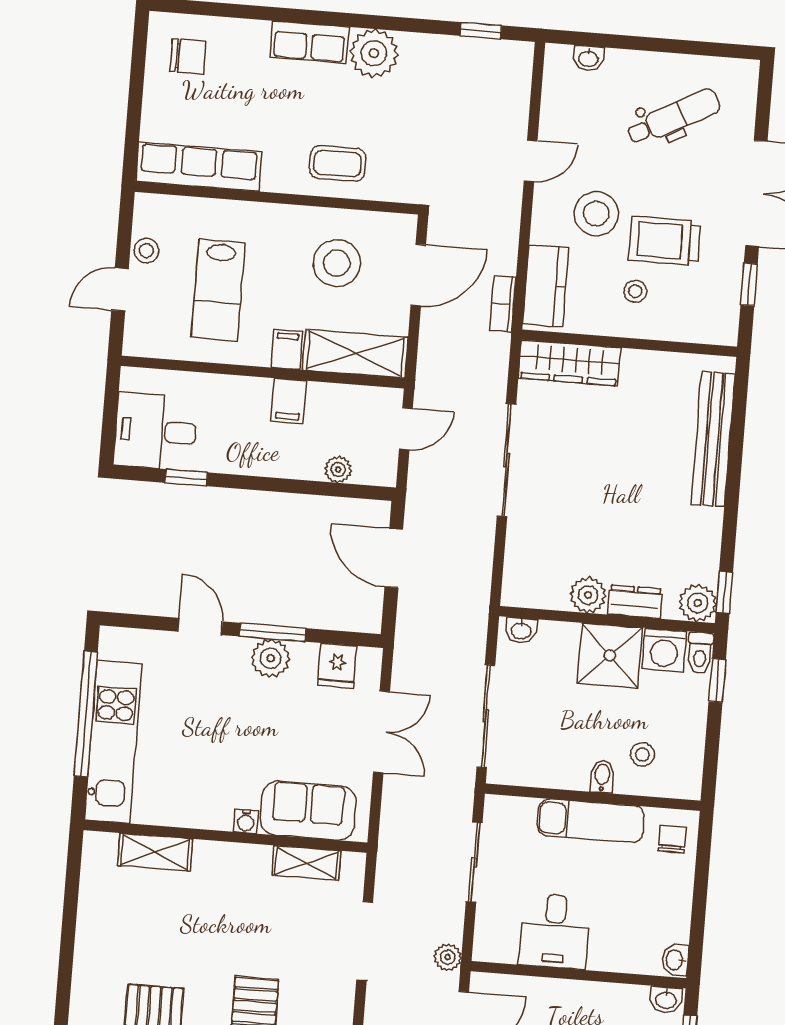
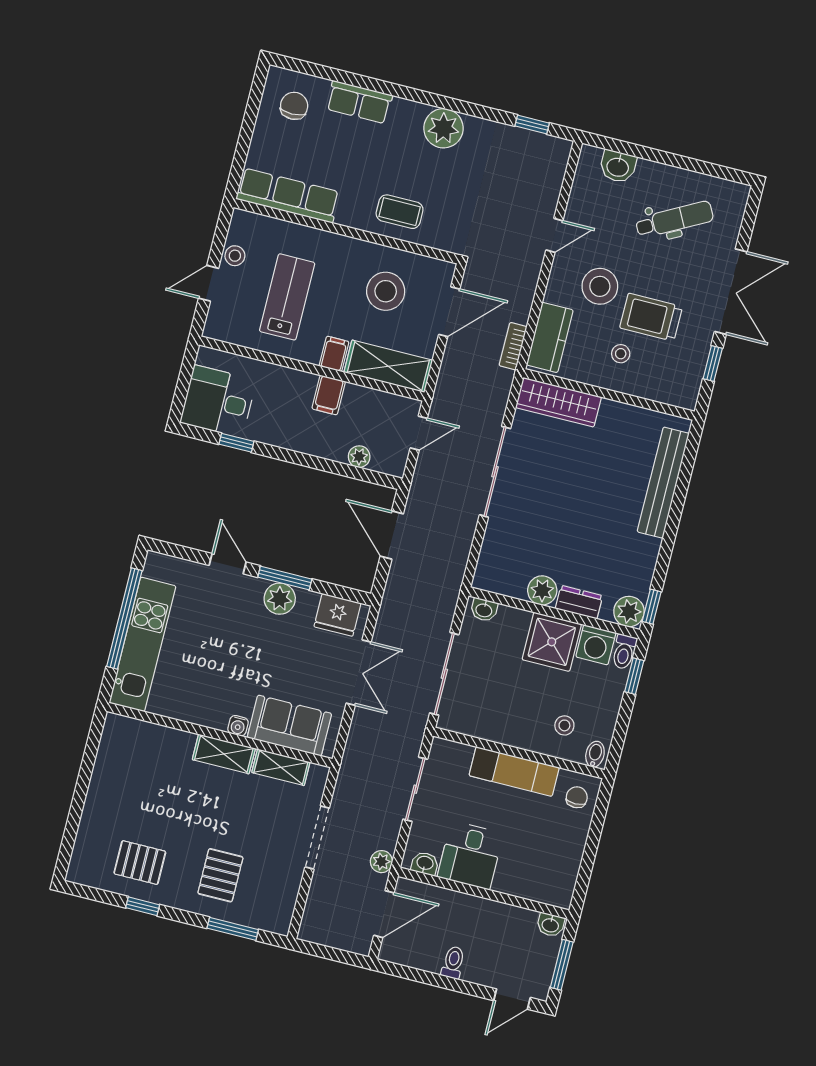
row of seats: (309, 42) -> (359, 102), moved
chair: (188, 56) -> (294, 106), turned -90
washbasin: (588, 58) -> (618, 166), width x1.38, depth x1.45
lab bench: (218, 290) -> (287, 297), turned 180
fridge: (337, 666) -> (337, 615), width x1.38
bidet: (602, 777) -> (595, 754), moved
shelving: (155, 852) -> (224, 754), moved
washbasin: (675, 960) -> (425, 863), moved, turned 90

